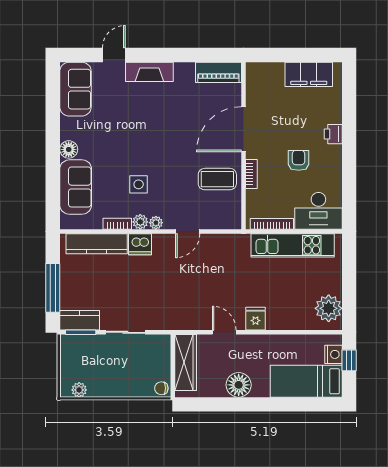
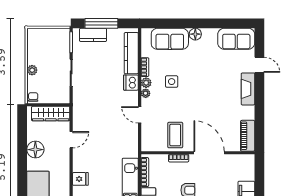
fridge: (255, 319) -> (80, 179), moved
kitchen counter: (80, 320) -> (93, 35), moved, turned 90
plant: (79, 390) -> (32, 70), moved

